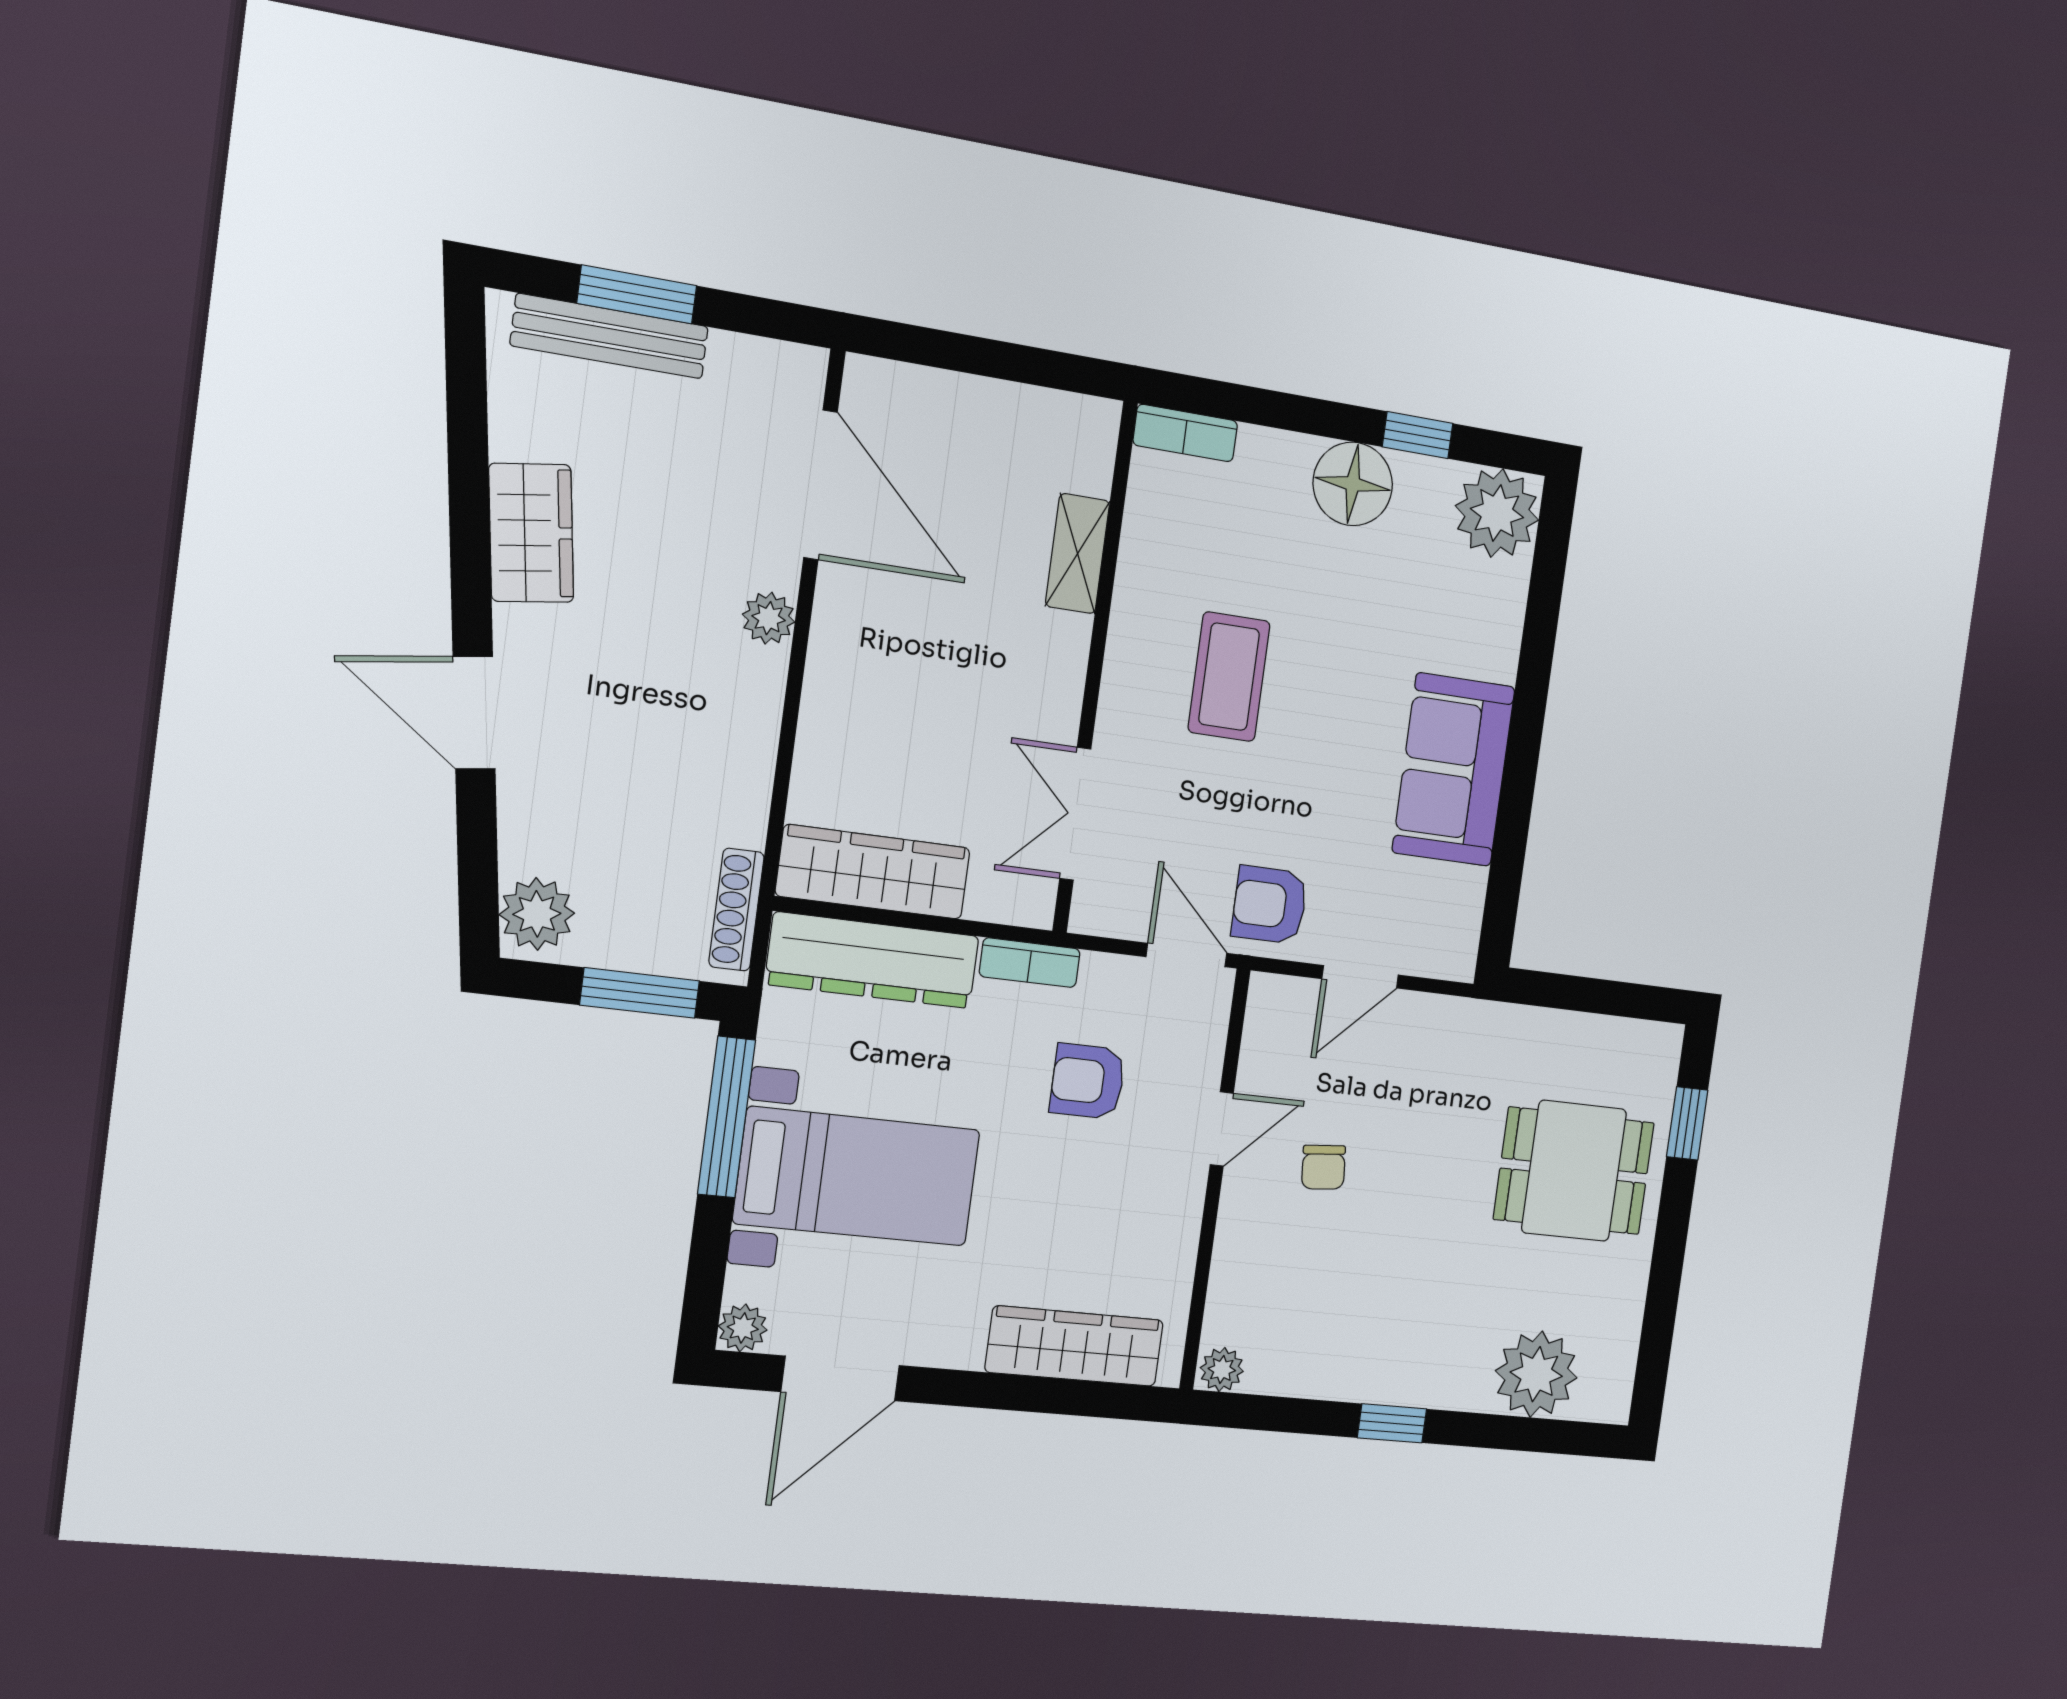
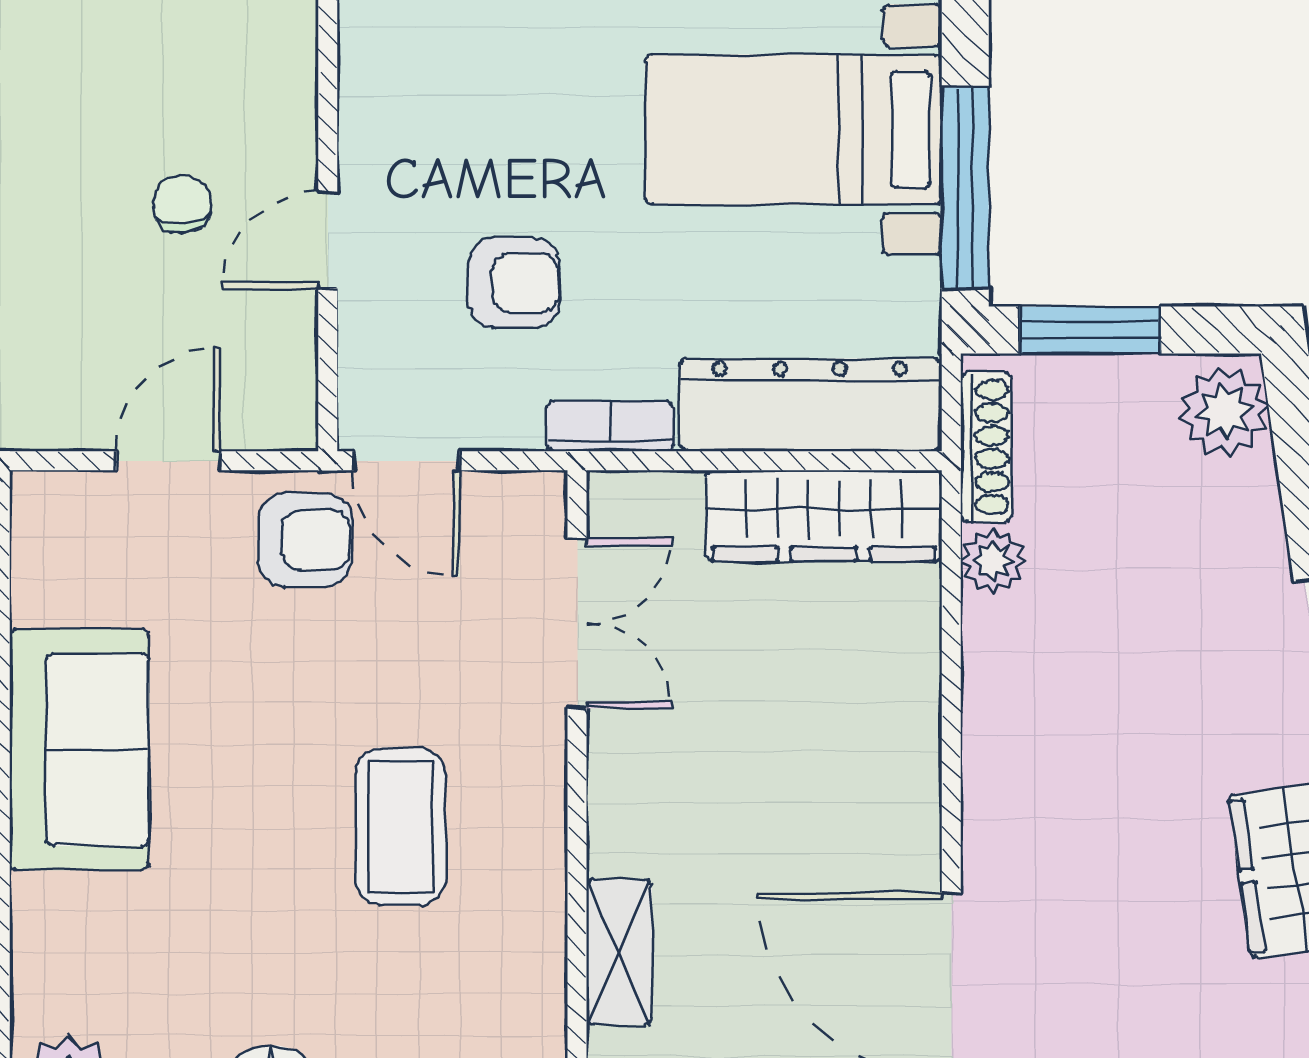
plant: (769, 618) -> (993, 561), moved

